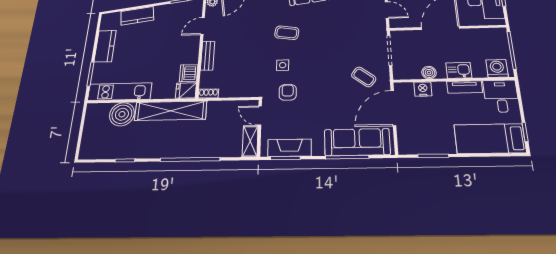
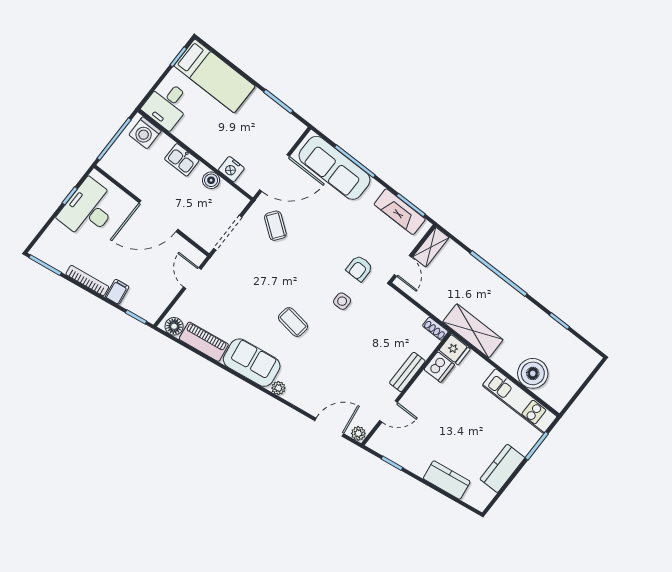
coffee table: (287, 33) -> (293, 322), moved
tv unit: (465, 87) -> (192, 140), removed
shelving: (171, 111) -> (473, 331), width x0.68

